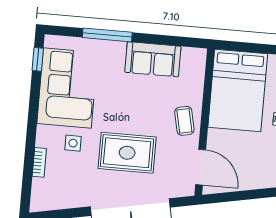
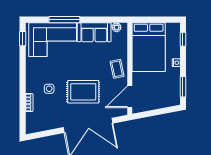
plant: (189, 55) -> (117, 27), added
corner sofa: (67, 88) -> (53, 40), moved, turned 90
door: (201, 167) -> (130, 97), swing flipped

